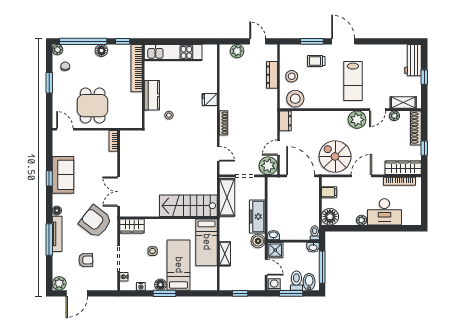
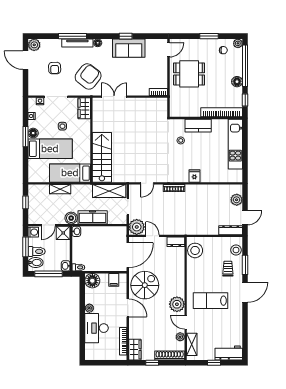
dresser: (272, 75) -> (231, 230), moved
stool: (292, 76) -> (236, 250), moved
wardrobe: (403, 168) -> (135, 350), width x0.67

